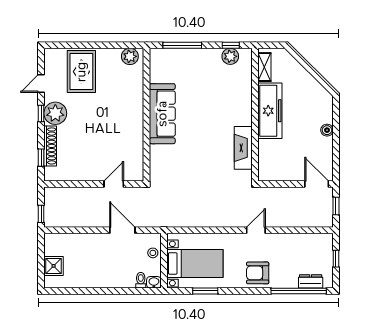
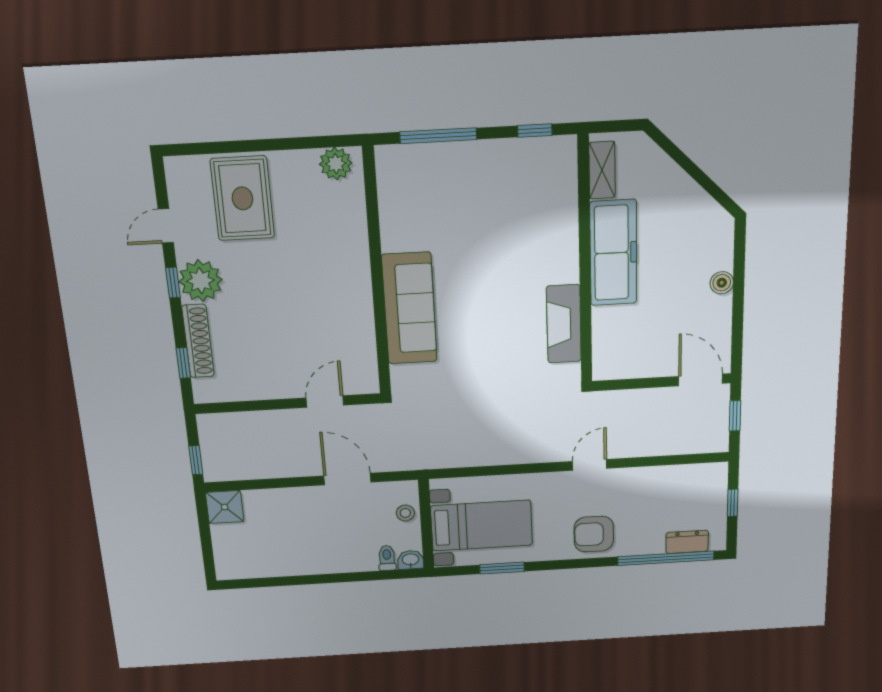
plant: (230, 56) -> (534, 153), removed
sofa: (162, 114) -> (409, 308), moved
shower: (54, 266) -> (225, 507), moved

